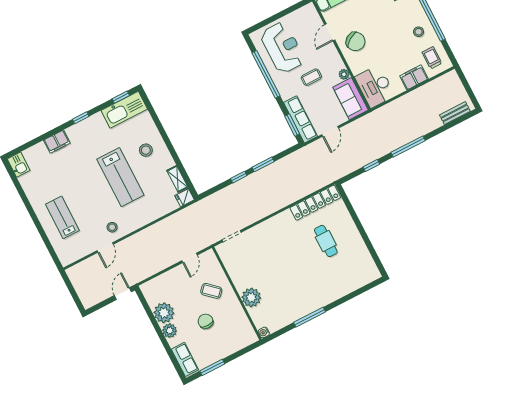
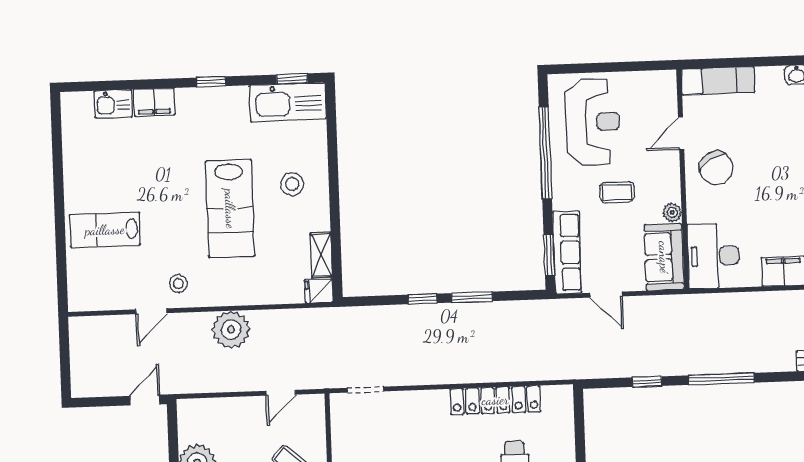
door: (330, 131) -> (606, 295), hinge flipped
kitchen sink: (19, 165) -> (113, 104), moved, turned 90
locker: (315, 203) -> (495, 400), moved
lab bench: (62, 217) -> (105, 230), turned -90
plant: (150, 238) -> (231, 330), added

